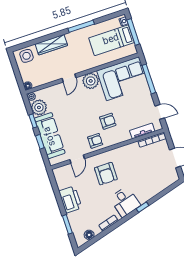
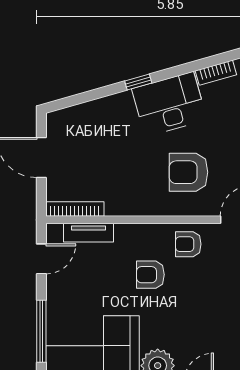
door: (160, 112) -> (41, 259), swing flipped
armchair: (106, 174) -> (189, 172), turned -90
desk: (125, 202) -> (169, 104), width x1.37

